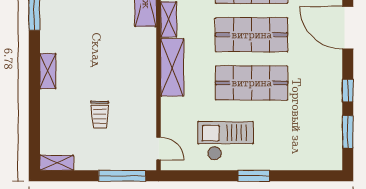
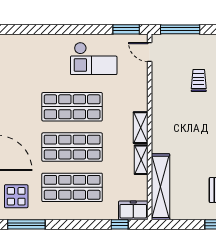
shelving: (172, 67) -> (141, 128), width x0.67, depth x0.75
window: (254, 176) -> (126, 29), moved

